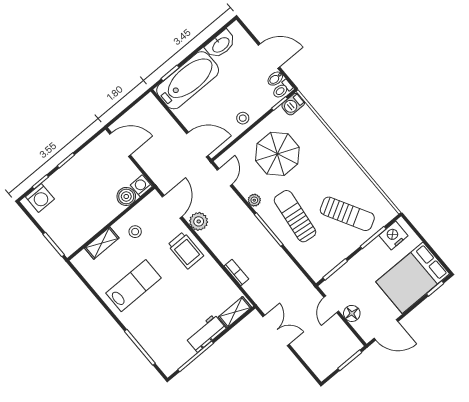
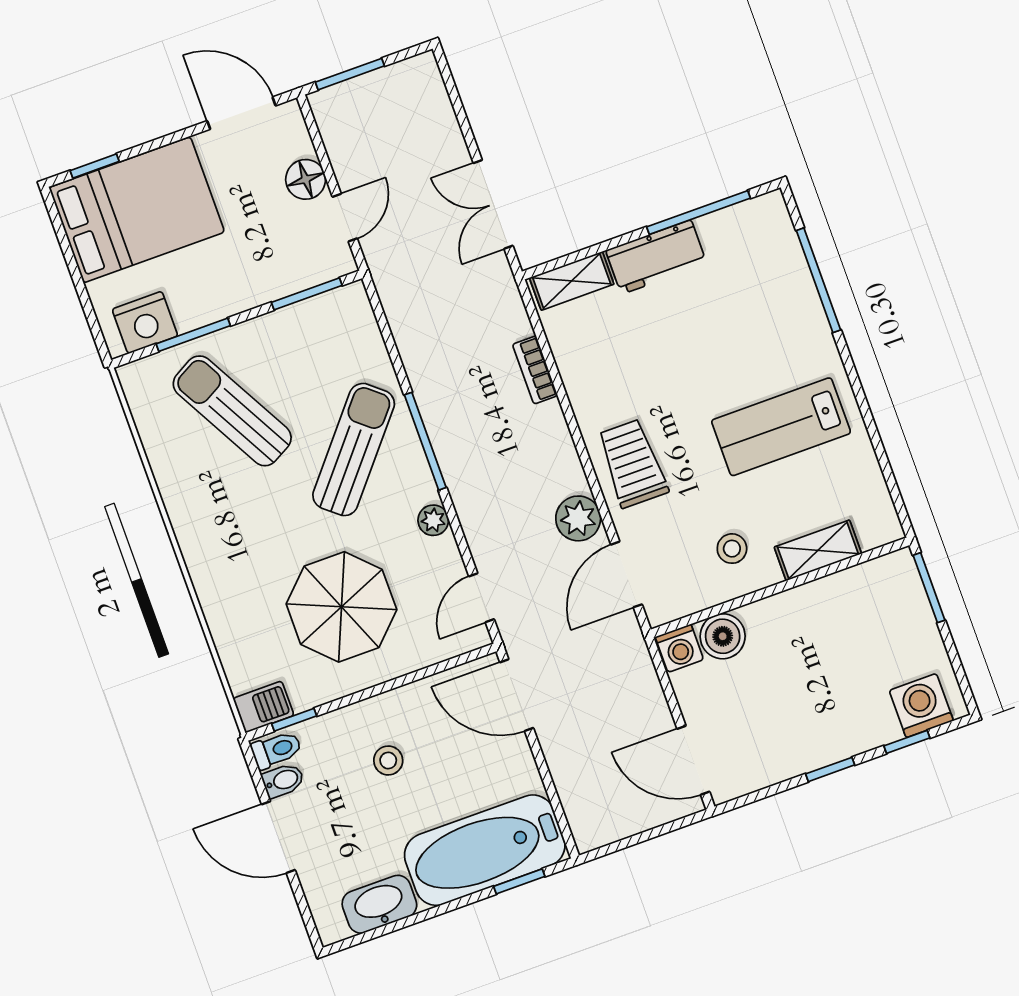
stool: (243, 118) -> (388, 760), moved
sun lounger: (295, 216) -> (354, 450), turned -147

